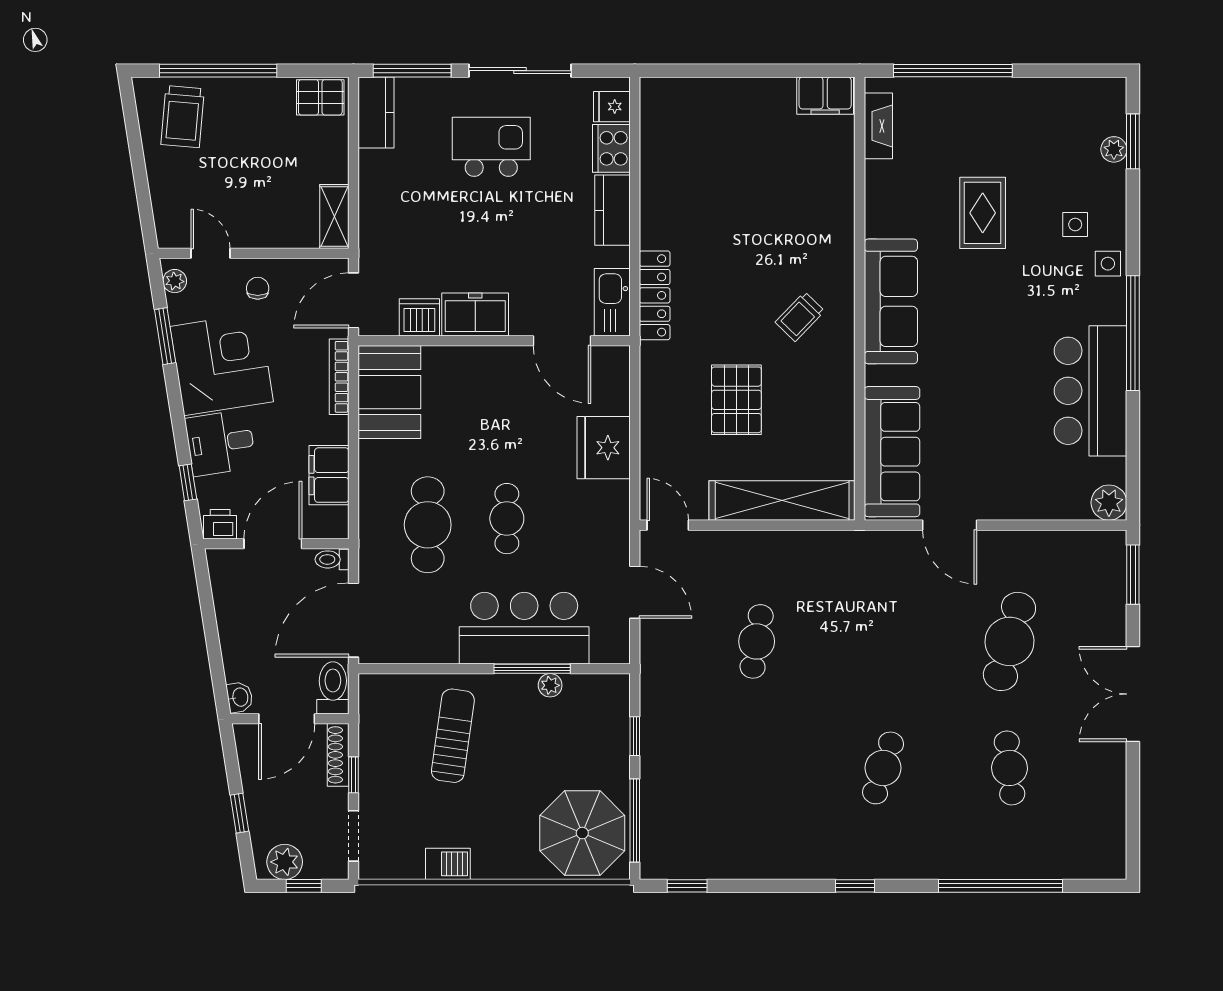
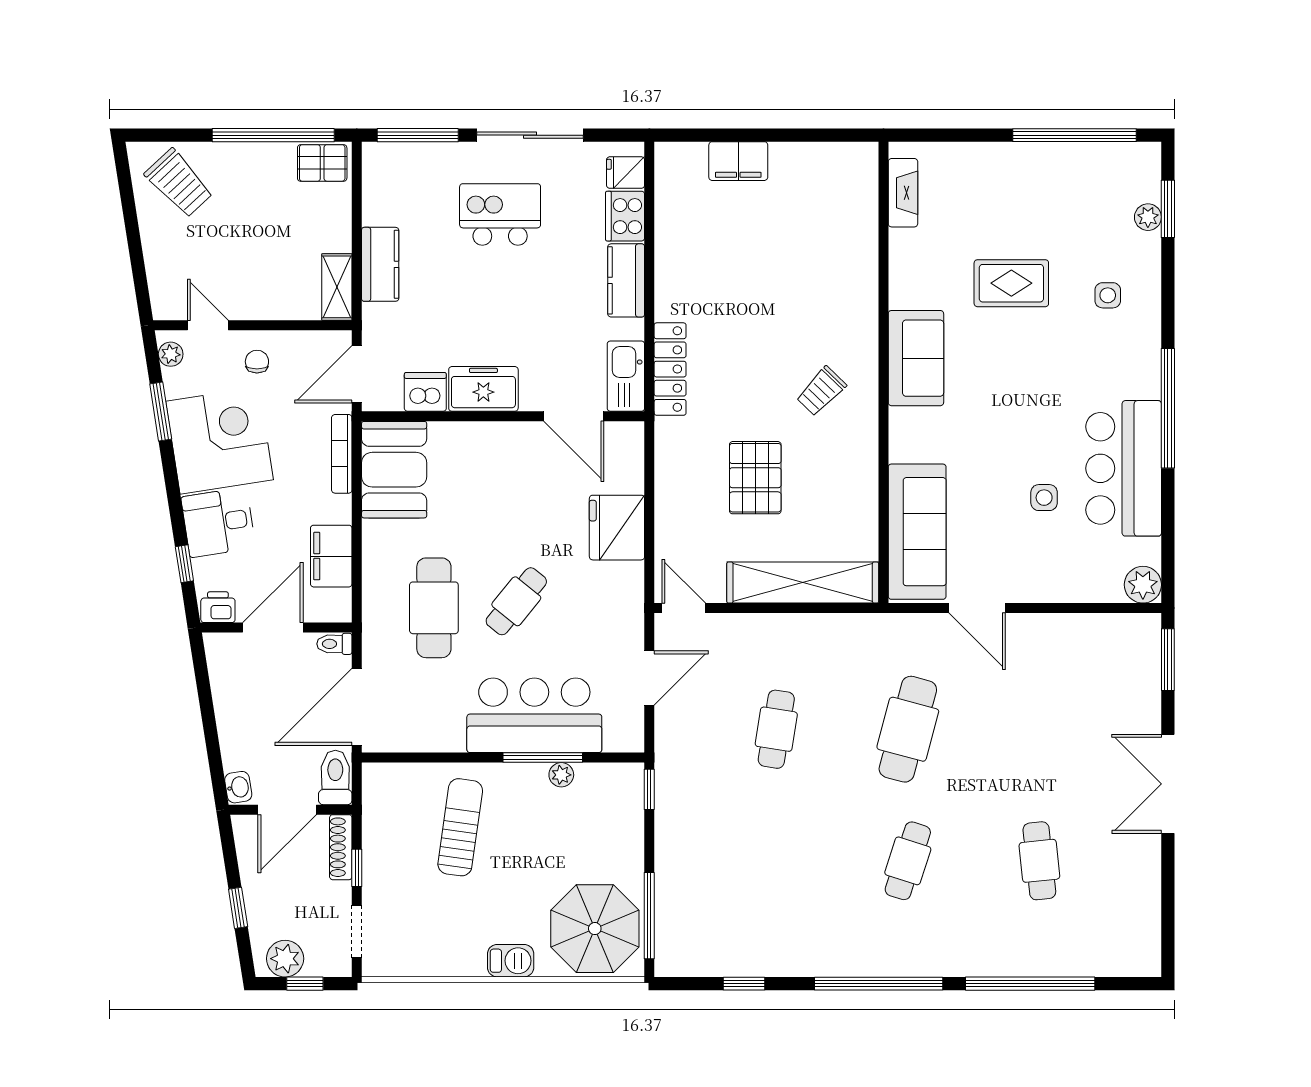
window: (218, 71) -> (273, 135), moved
window: (953, 71) -> (1075, 135), moved
filing cabinet: (825, 96) -> (738, 161), moved
kitchen counter: (376, 112) -> (380, 264), moved
trolley: (183, 117) -> (179, 183), turned -48
rug: (983, 213) -> (1011, 283), turned 90
side table: (1108, 264) -> (1044, 498), moved
sofa: (891, 301) -> (916, 358), width x0.73
cafe table: (507, 519) -> (516, 601), turned 39
door: (635, 592) -> (649, 678), hinge flipped
cafe table: (1009, 641) -> (908, 729), moved
window: (635, 736) -> (649, 789), moved
barbecue: (448, 864) -> (511, 961), moved
window: (687, 886) -> (744, 984), moved
window: (855, 886) -> (879, 984), width x3.17

